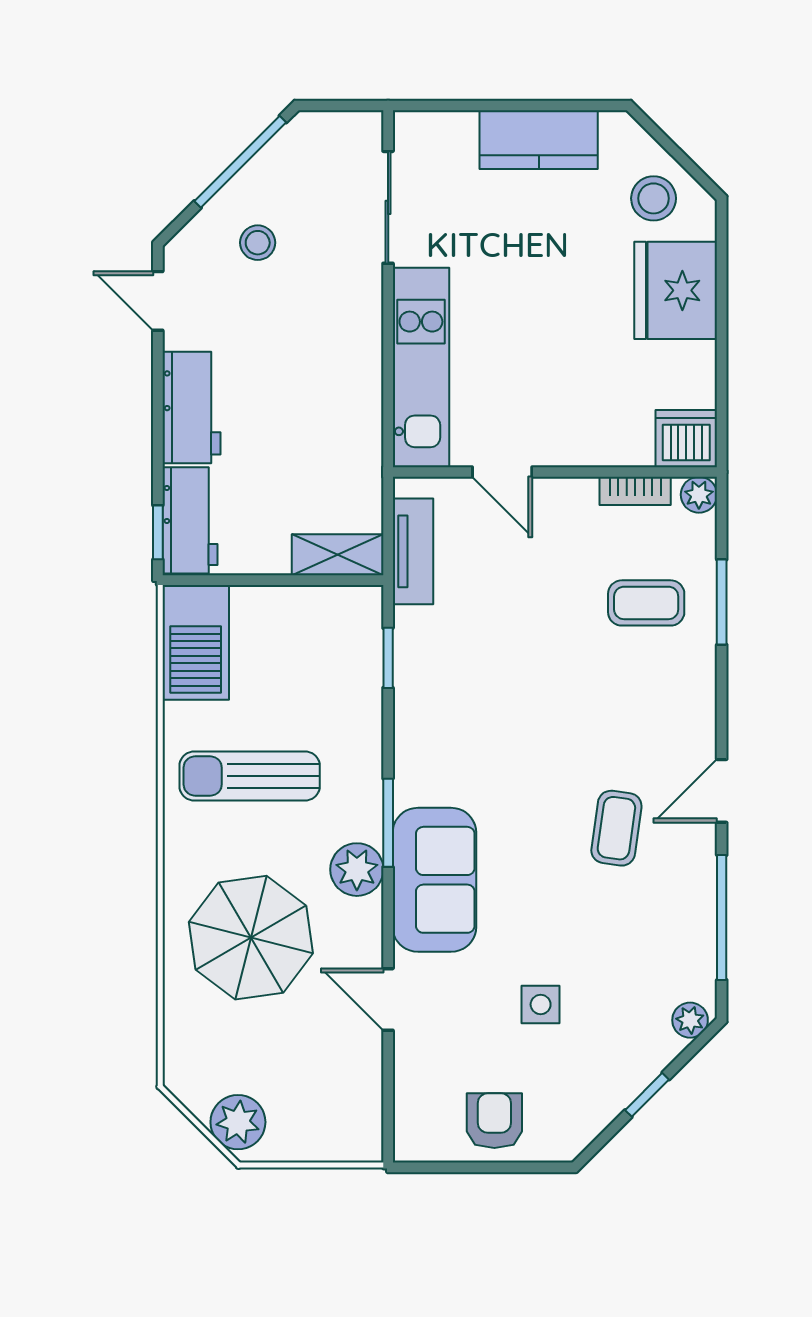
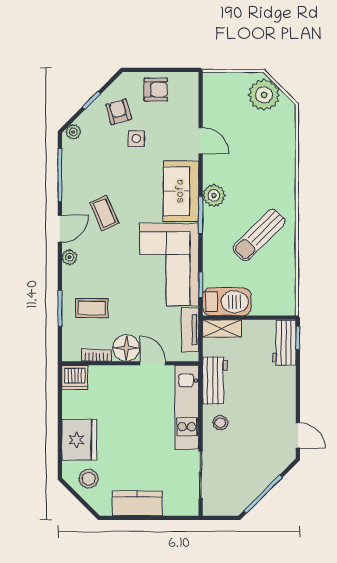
stool: (258, 243) -> (220, 423), moved
workbench: (191, 408) -> (215, 381), moved, turned 180
plant: (699, 495) -> (69, 257), moved
floor lamp: (564, 508) -> (126, 348), added
barbecue: (196, 642) -> (227, 302), moved, turned 90
corner sofa: (463, 706) -> (169, 264), added
sun lounger: (250, 776) -> (259, 235), turned 135
coffee table: (616, 828) -> (104, 213), turned -32
parasol: (251, 938) -> (258, 167), removed
armchair: (582, 1068) -> (119, 112), added
armchair: (494, 1121) -> (156, 90), turned -90
plant: (238, 1122) -> (264, 95), width x1.36, depth x1.36

